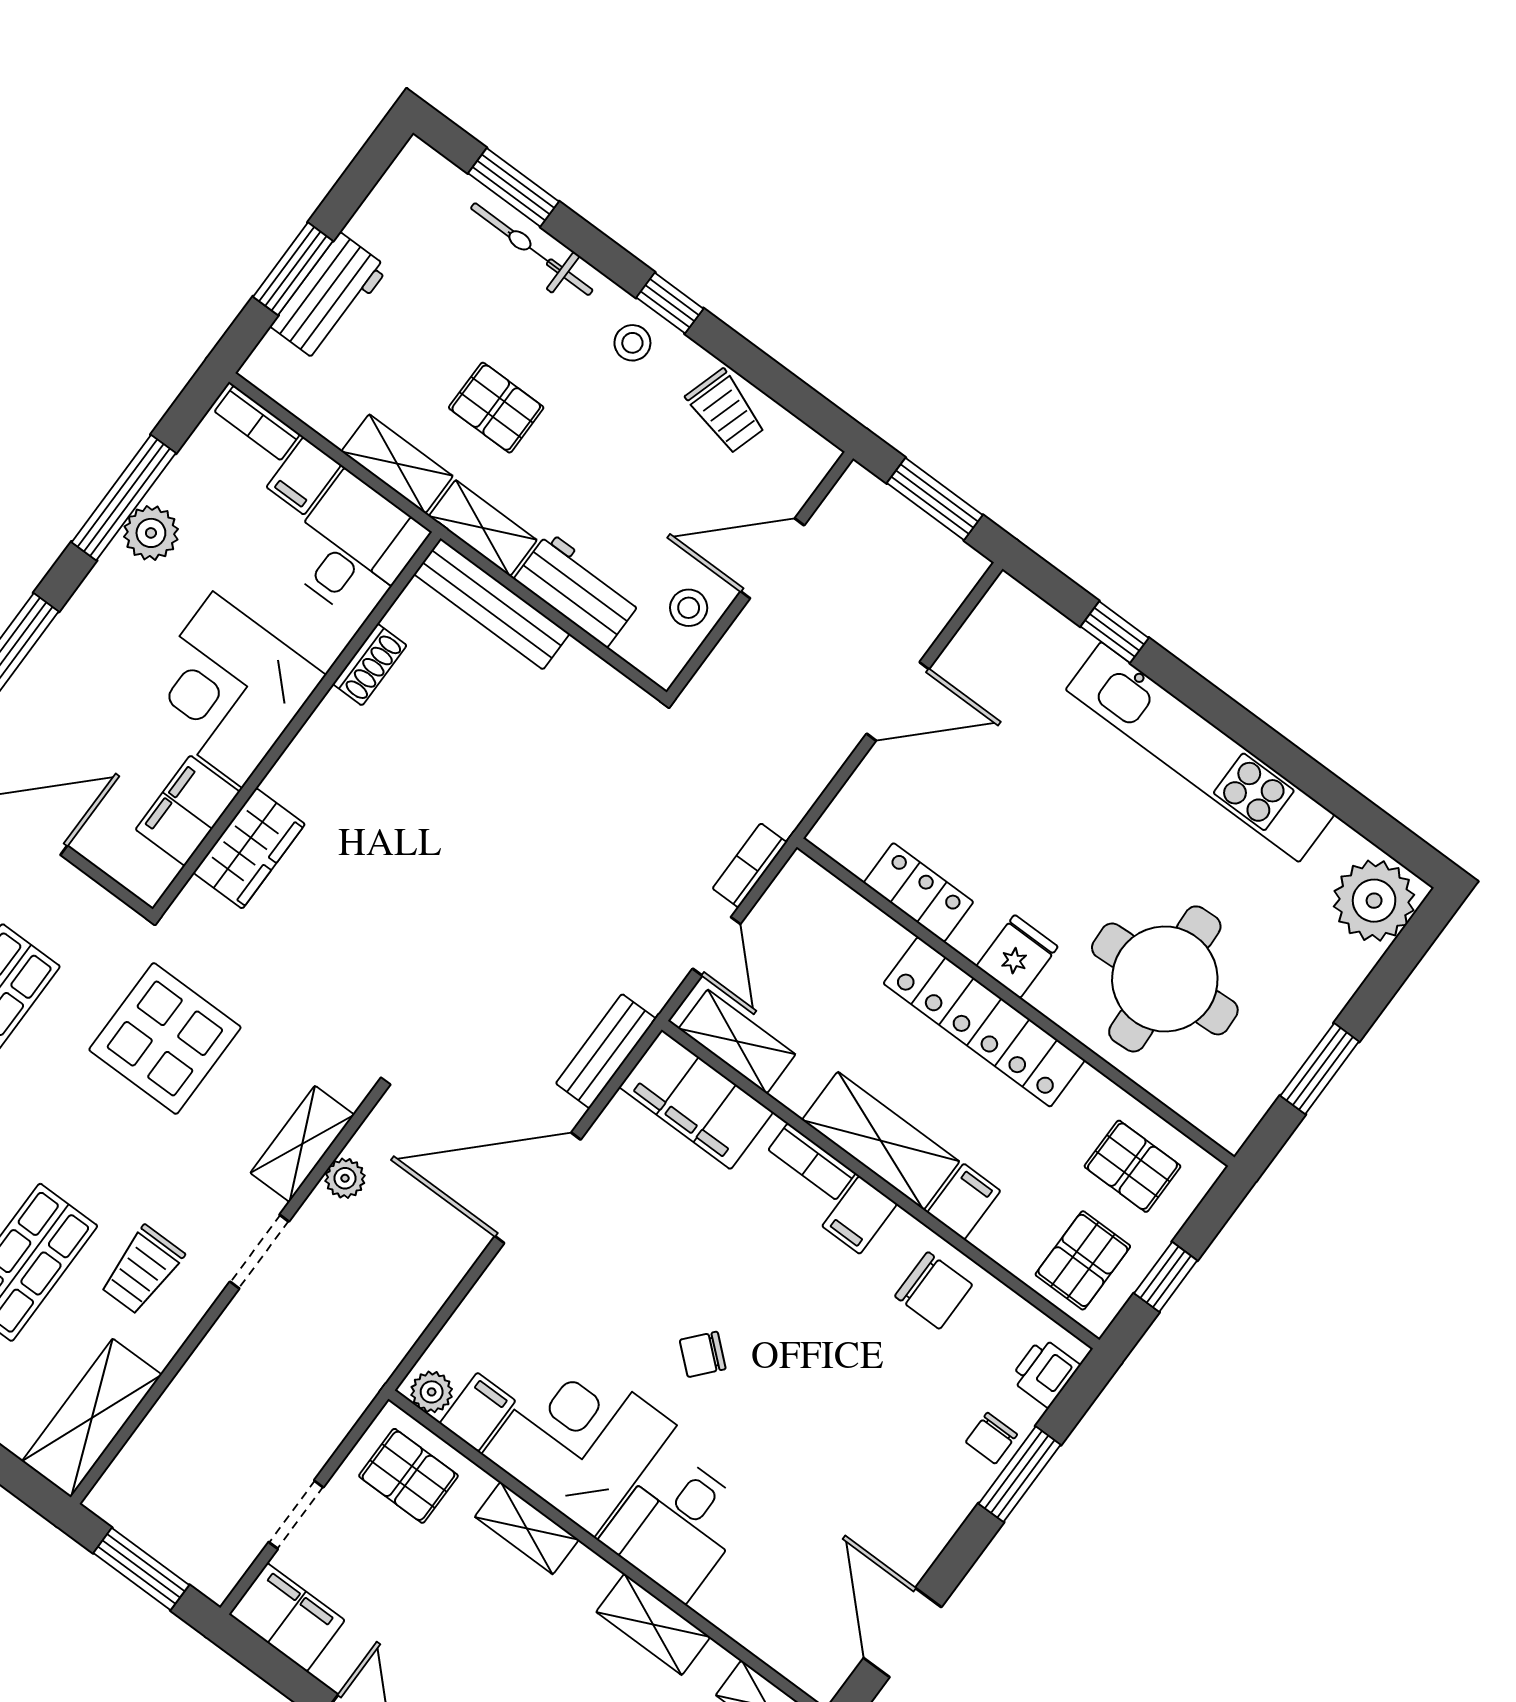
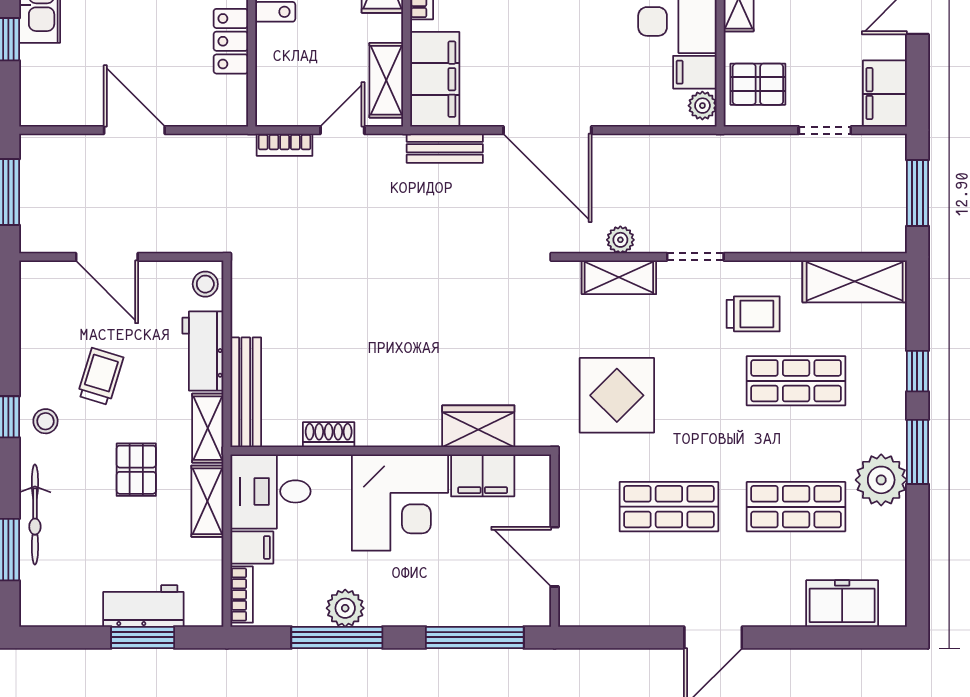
trolley: (726, 411) -> (100, 376), moved
stool: (689, 608) -> (205, 284), moved
pallet: (408, 1476) -> (758, 84), turned 90

